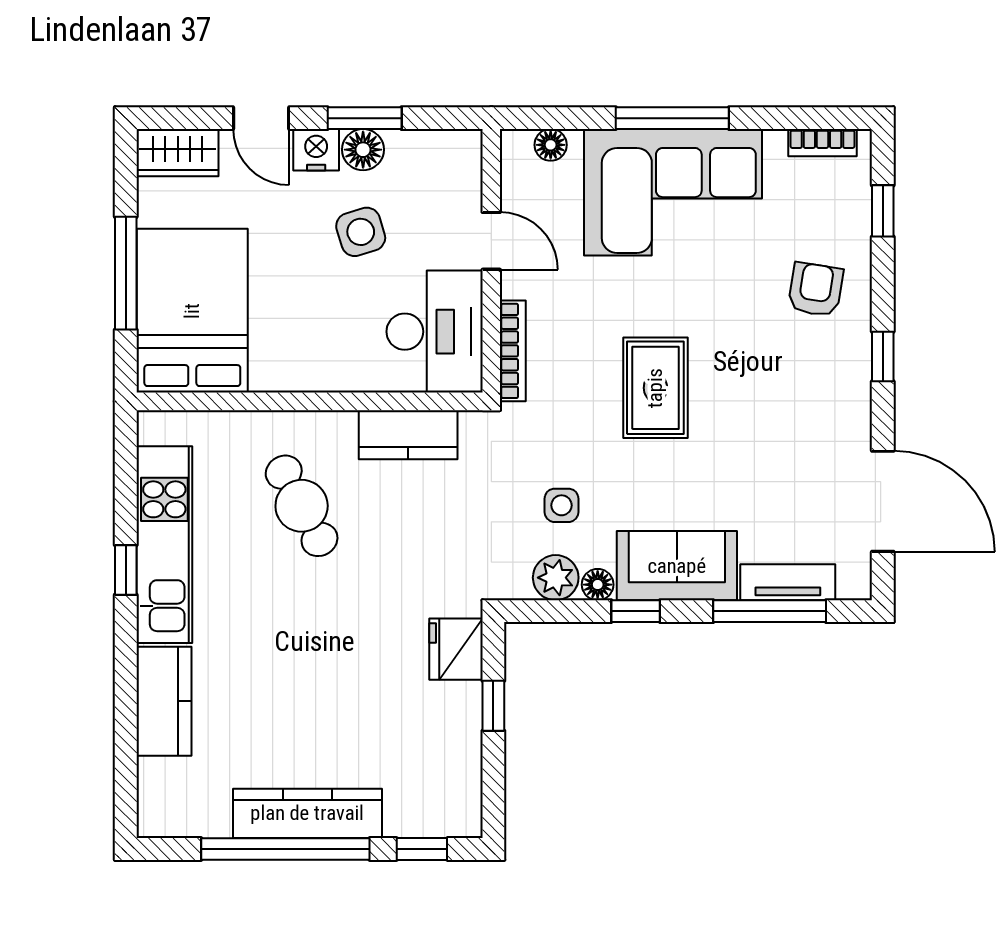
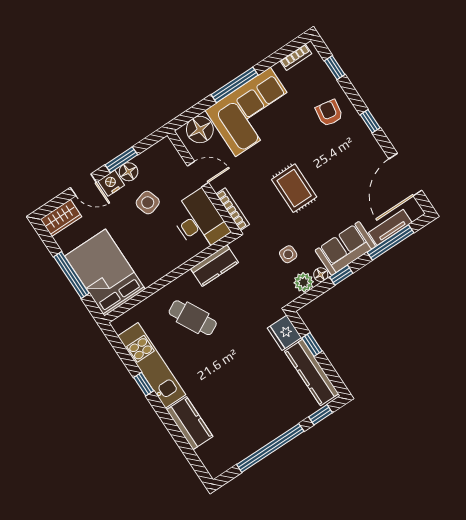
floor lamp: (551, 145) -> (200, 130), width x1.89, depth x1.89
door: (883, 501) -> (405, 175), swing flipped
kitchen counter: (307, 813) -> (312, 372), moved, turned -90

